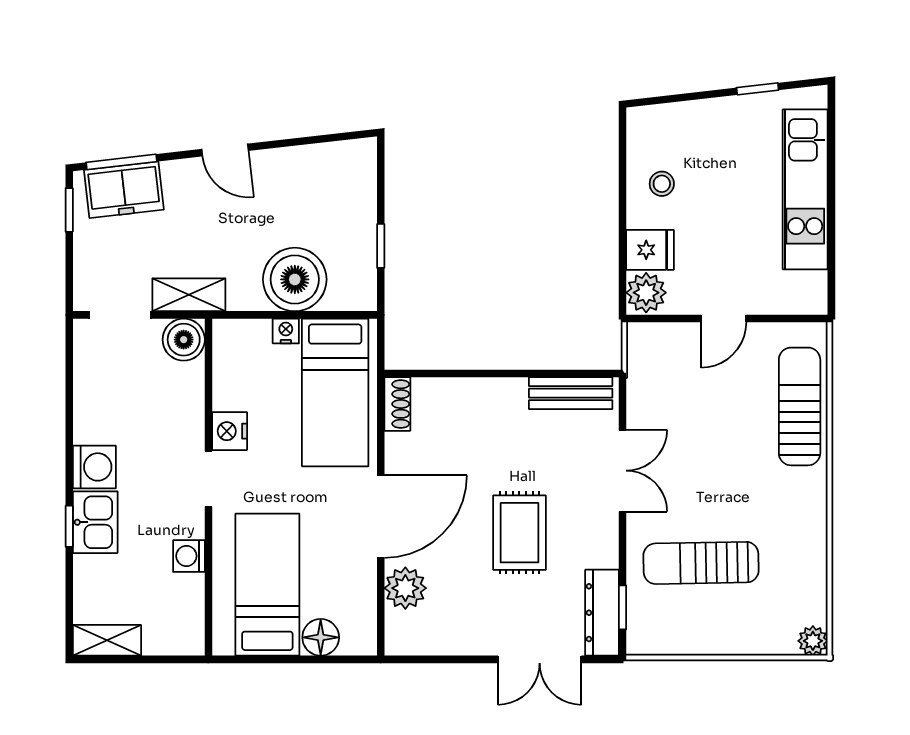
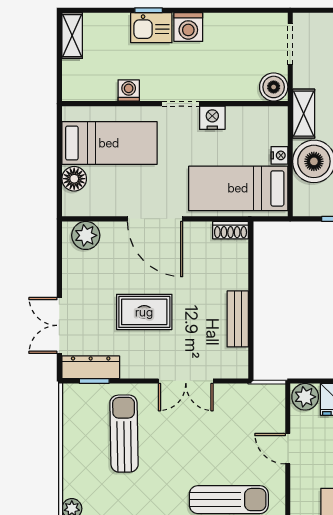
shelving: (189, 295) -> (304, 114), moved
bench: (571, 393) -> (238, 319), moved
plant: (405, 588) -> (86, 235), moved

